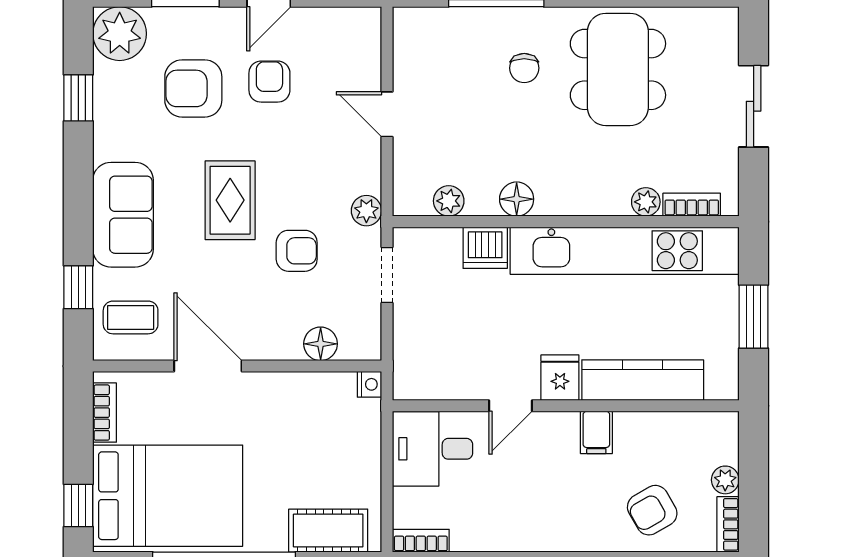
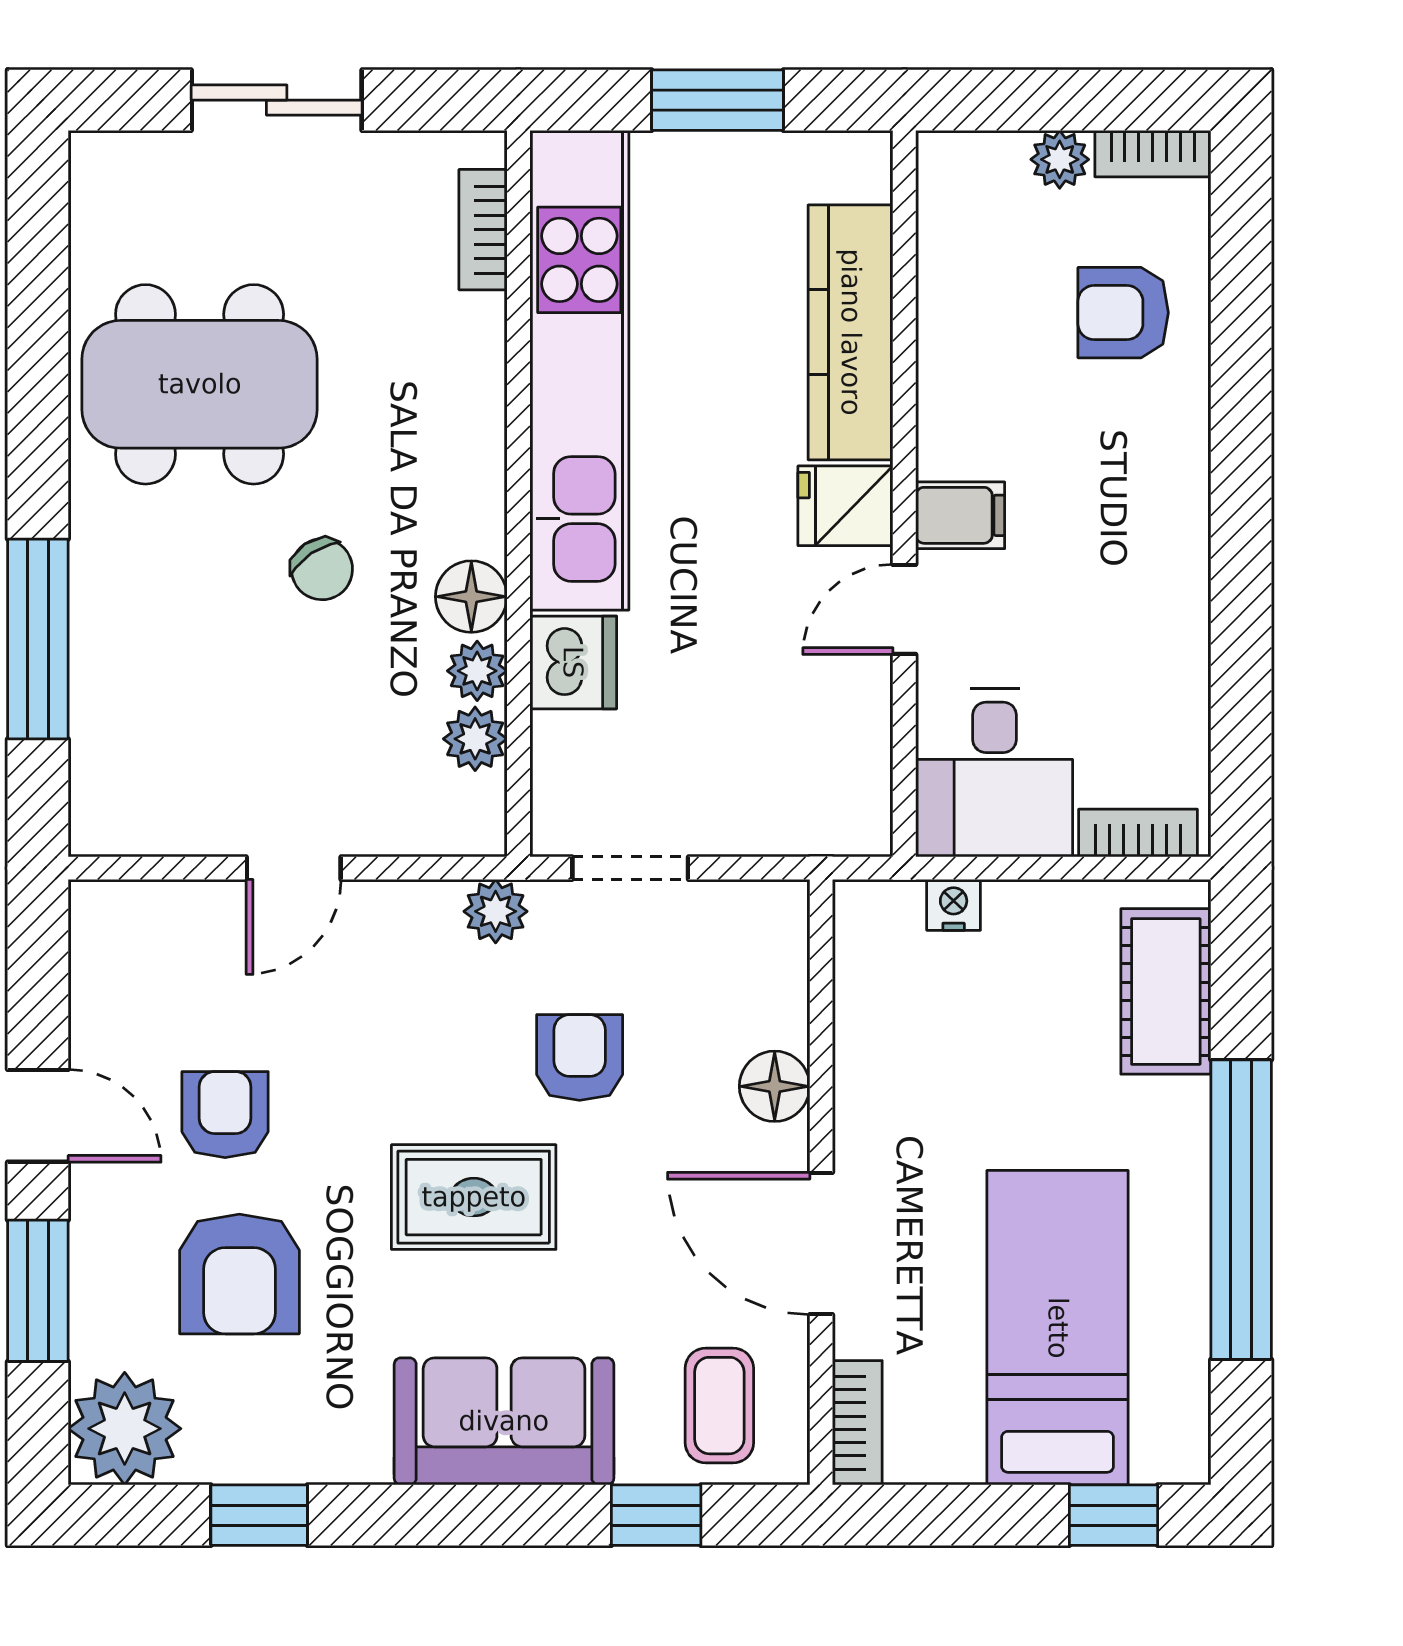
chair: (524, 68) -> (322, 569), moved, turned 56
armchair: (269, 82) -> (225, 1115), turned 90
plant: (646, 202) -> (477, 671), moved
floor lamp: (321, 344) -> (775, 1086), moved
door: (208, 366) -> (821, 1243), hinge flipped
nightstand: (369, 384) -> (954, 905), moved
door: (511, 406) -> (904, 609), swing flipped
bookcase: (105, 413) -> (857, 1423), moved, turned 90
filing cabinet: (596, 432) -> (960, 515), moved
bed: (168, 496) -> (1058, 1328), width x0.67
armchair: (652, 510) -> (1123, 313), turned 120
bookcase: (421, 541) -> (1138, 833), moved, turned 90

